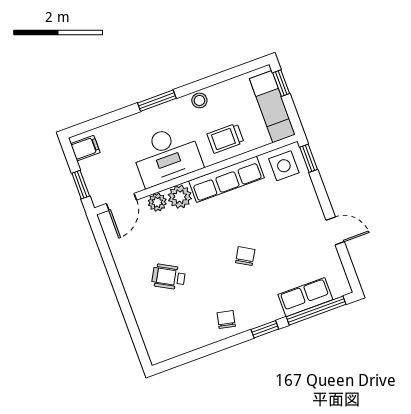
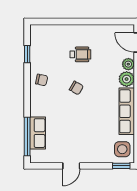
chair: (245, 256) -> (76, 88), moved
wheelchair: (169, 277) -> (80, 54), turned 61
window: (265, 329) -> (27, 54), moved

